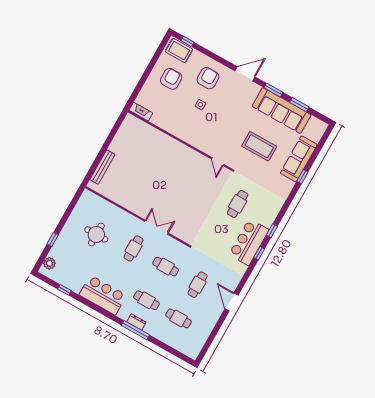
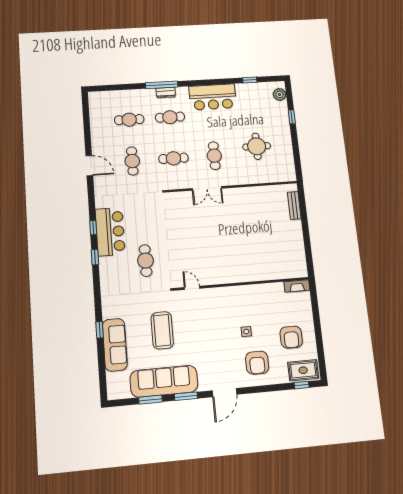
coffee table: (259, 146) -> (162, 330), turned 90
bench: (102, 167) -> (294, 205), width x0.73

